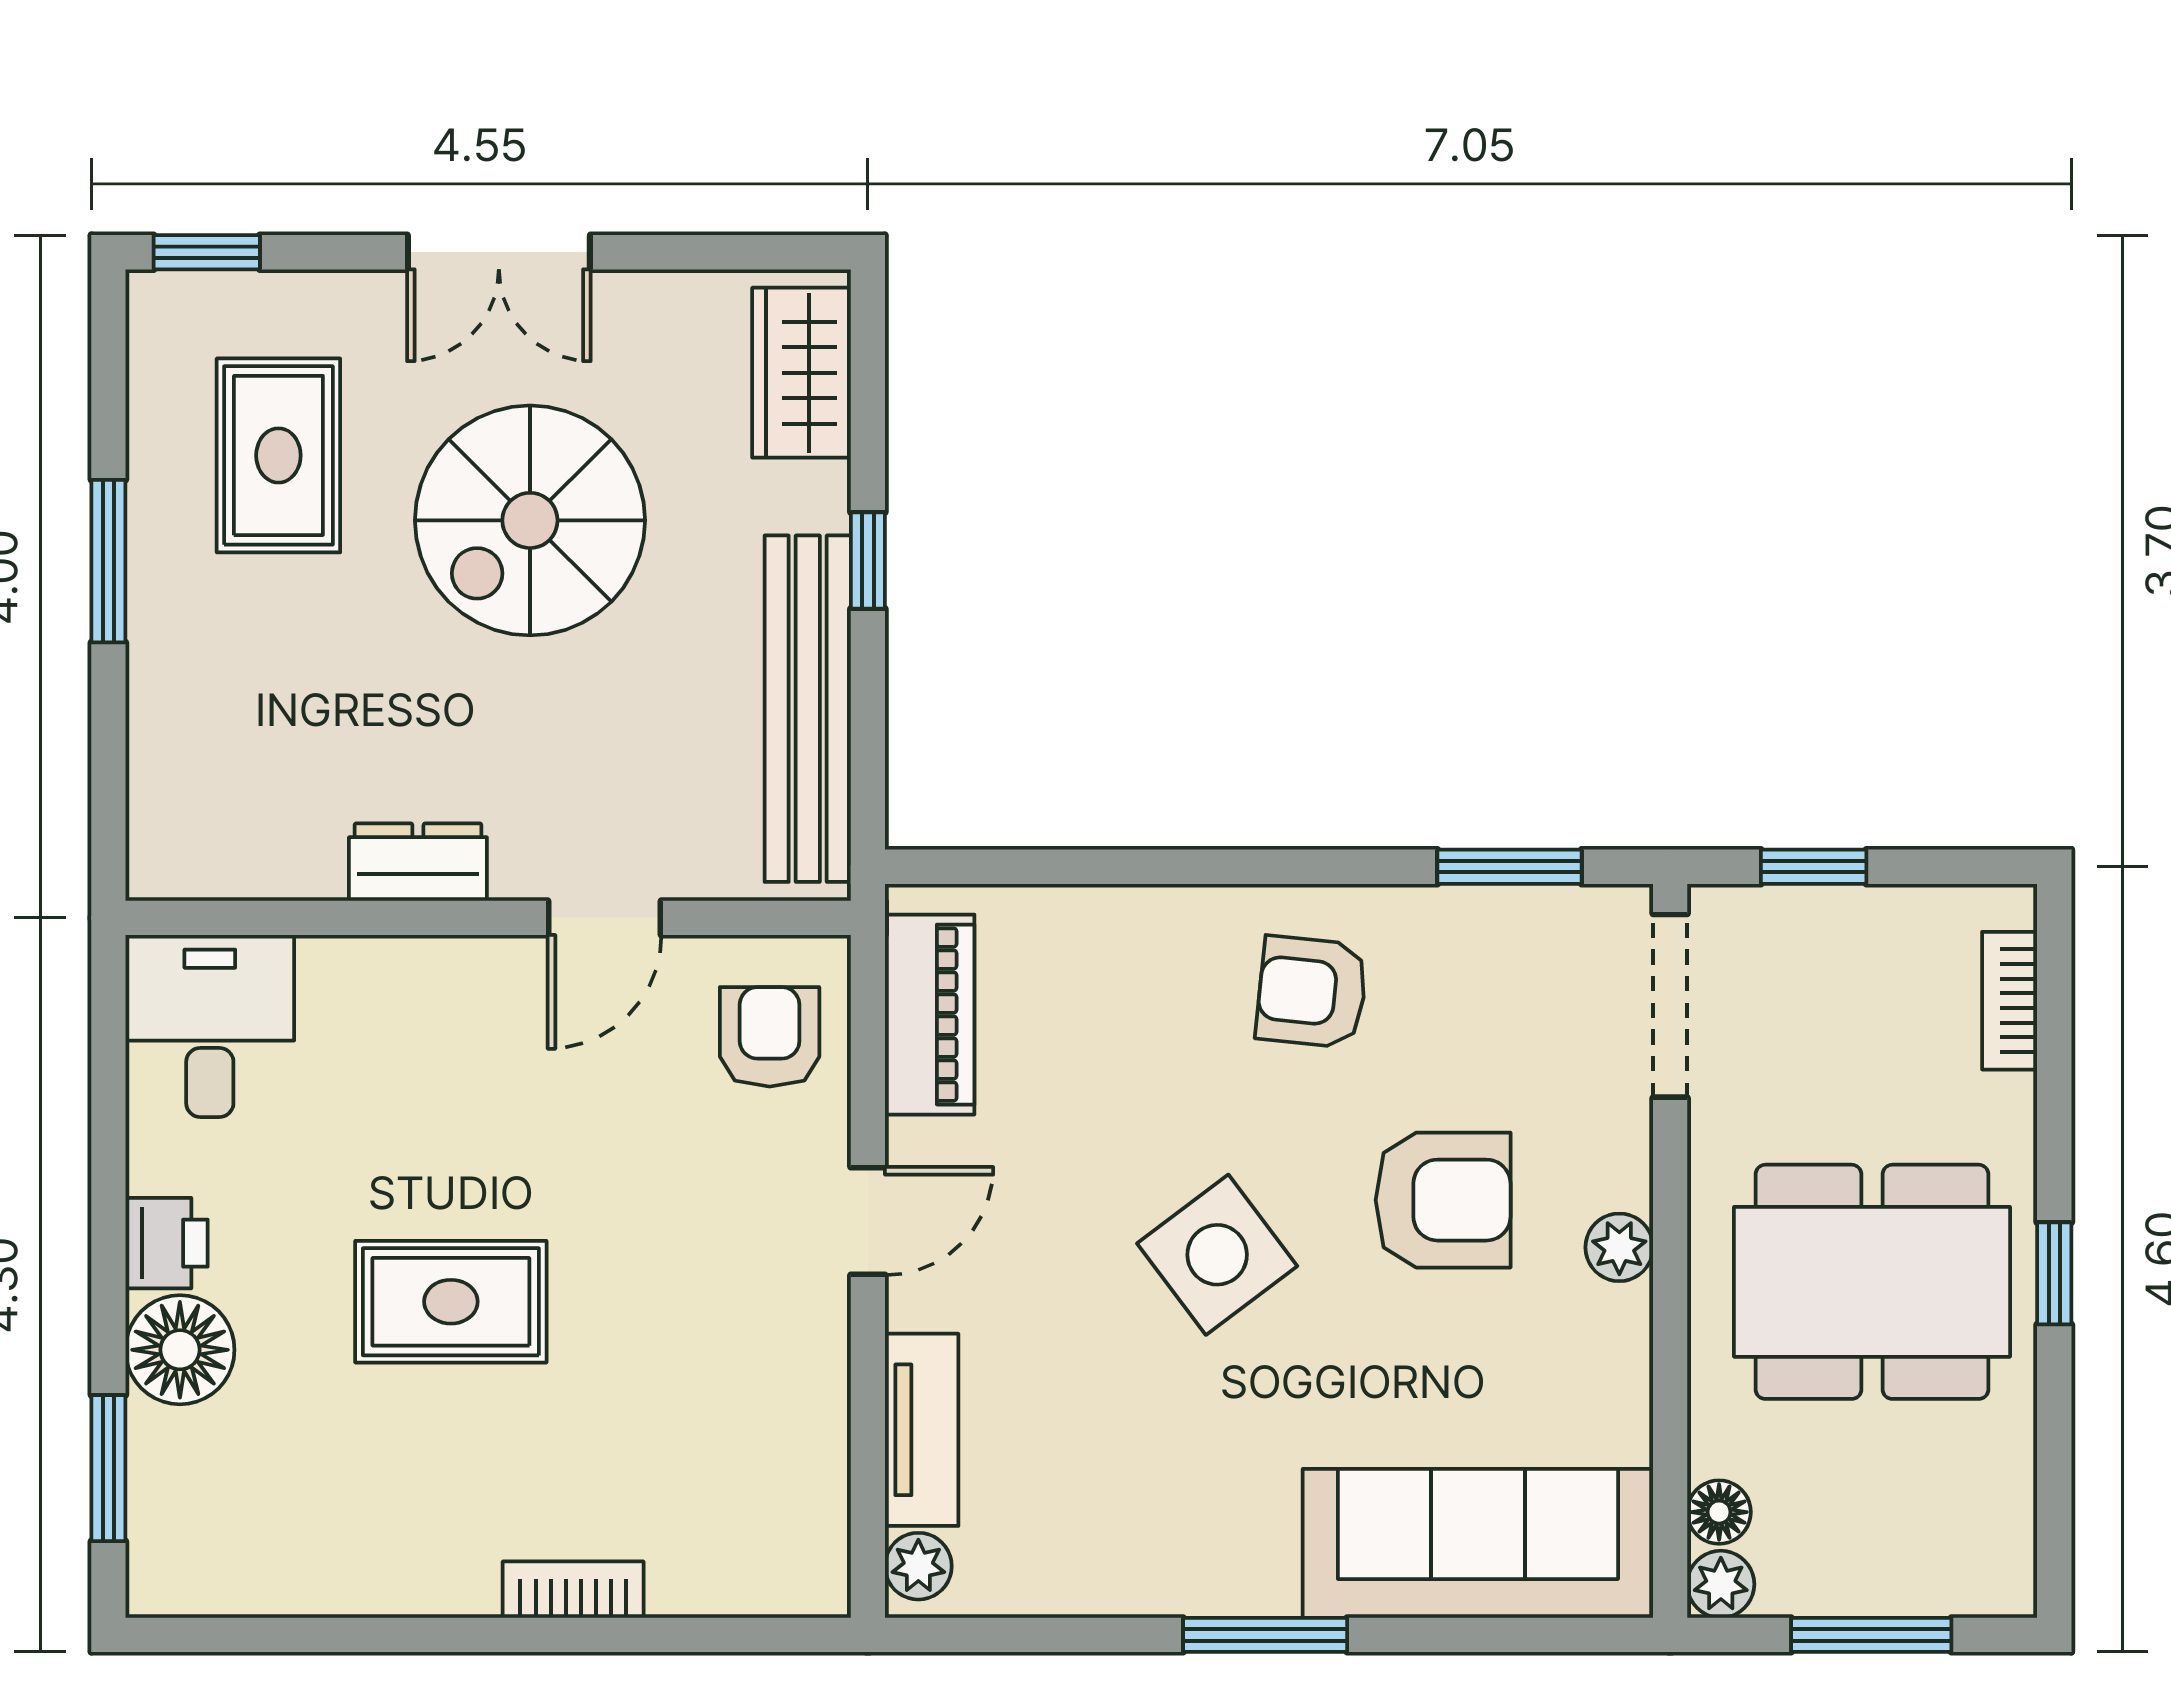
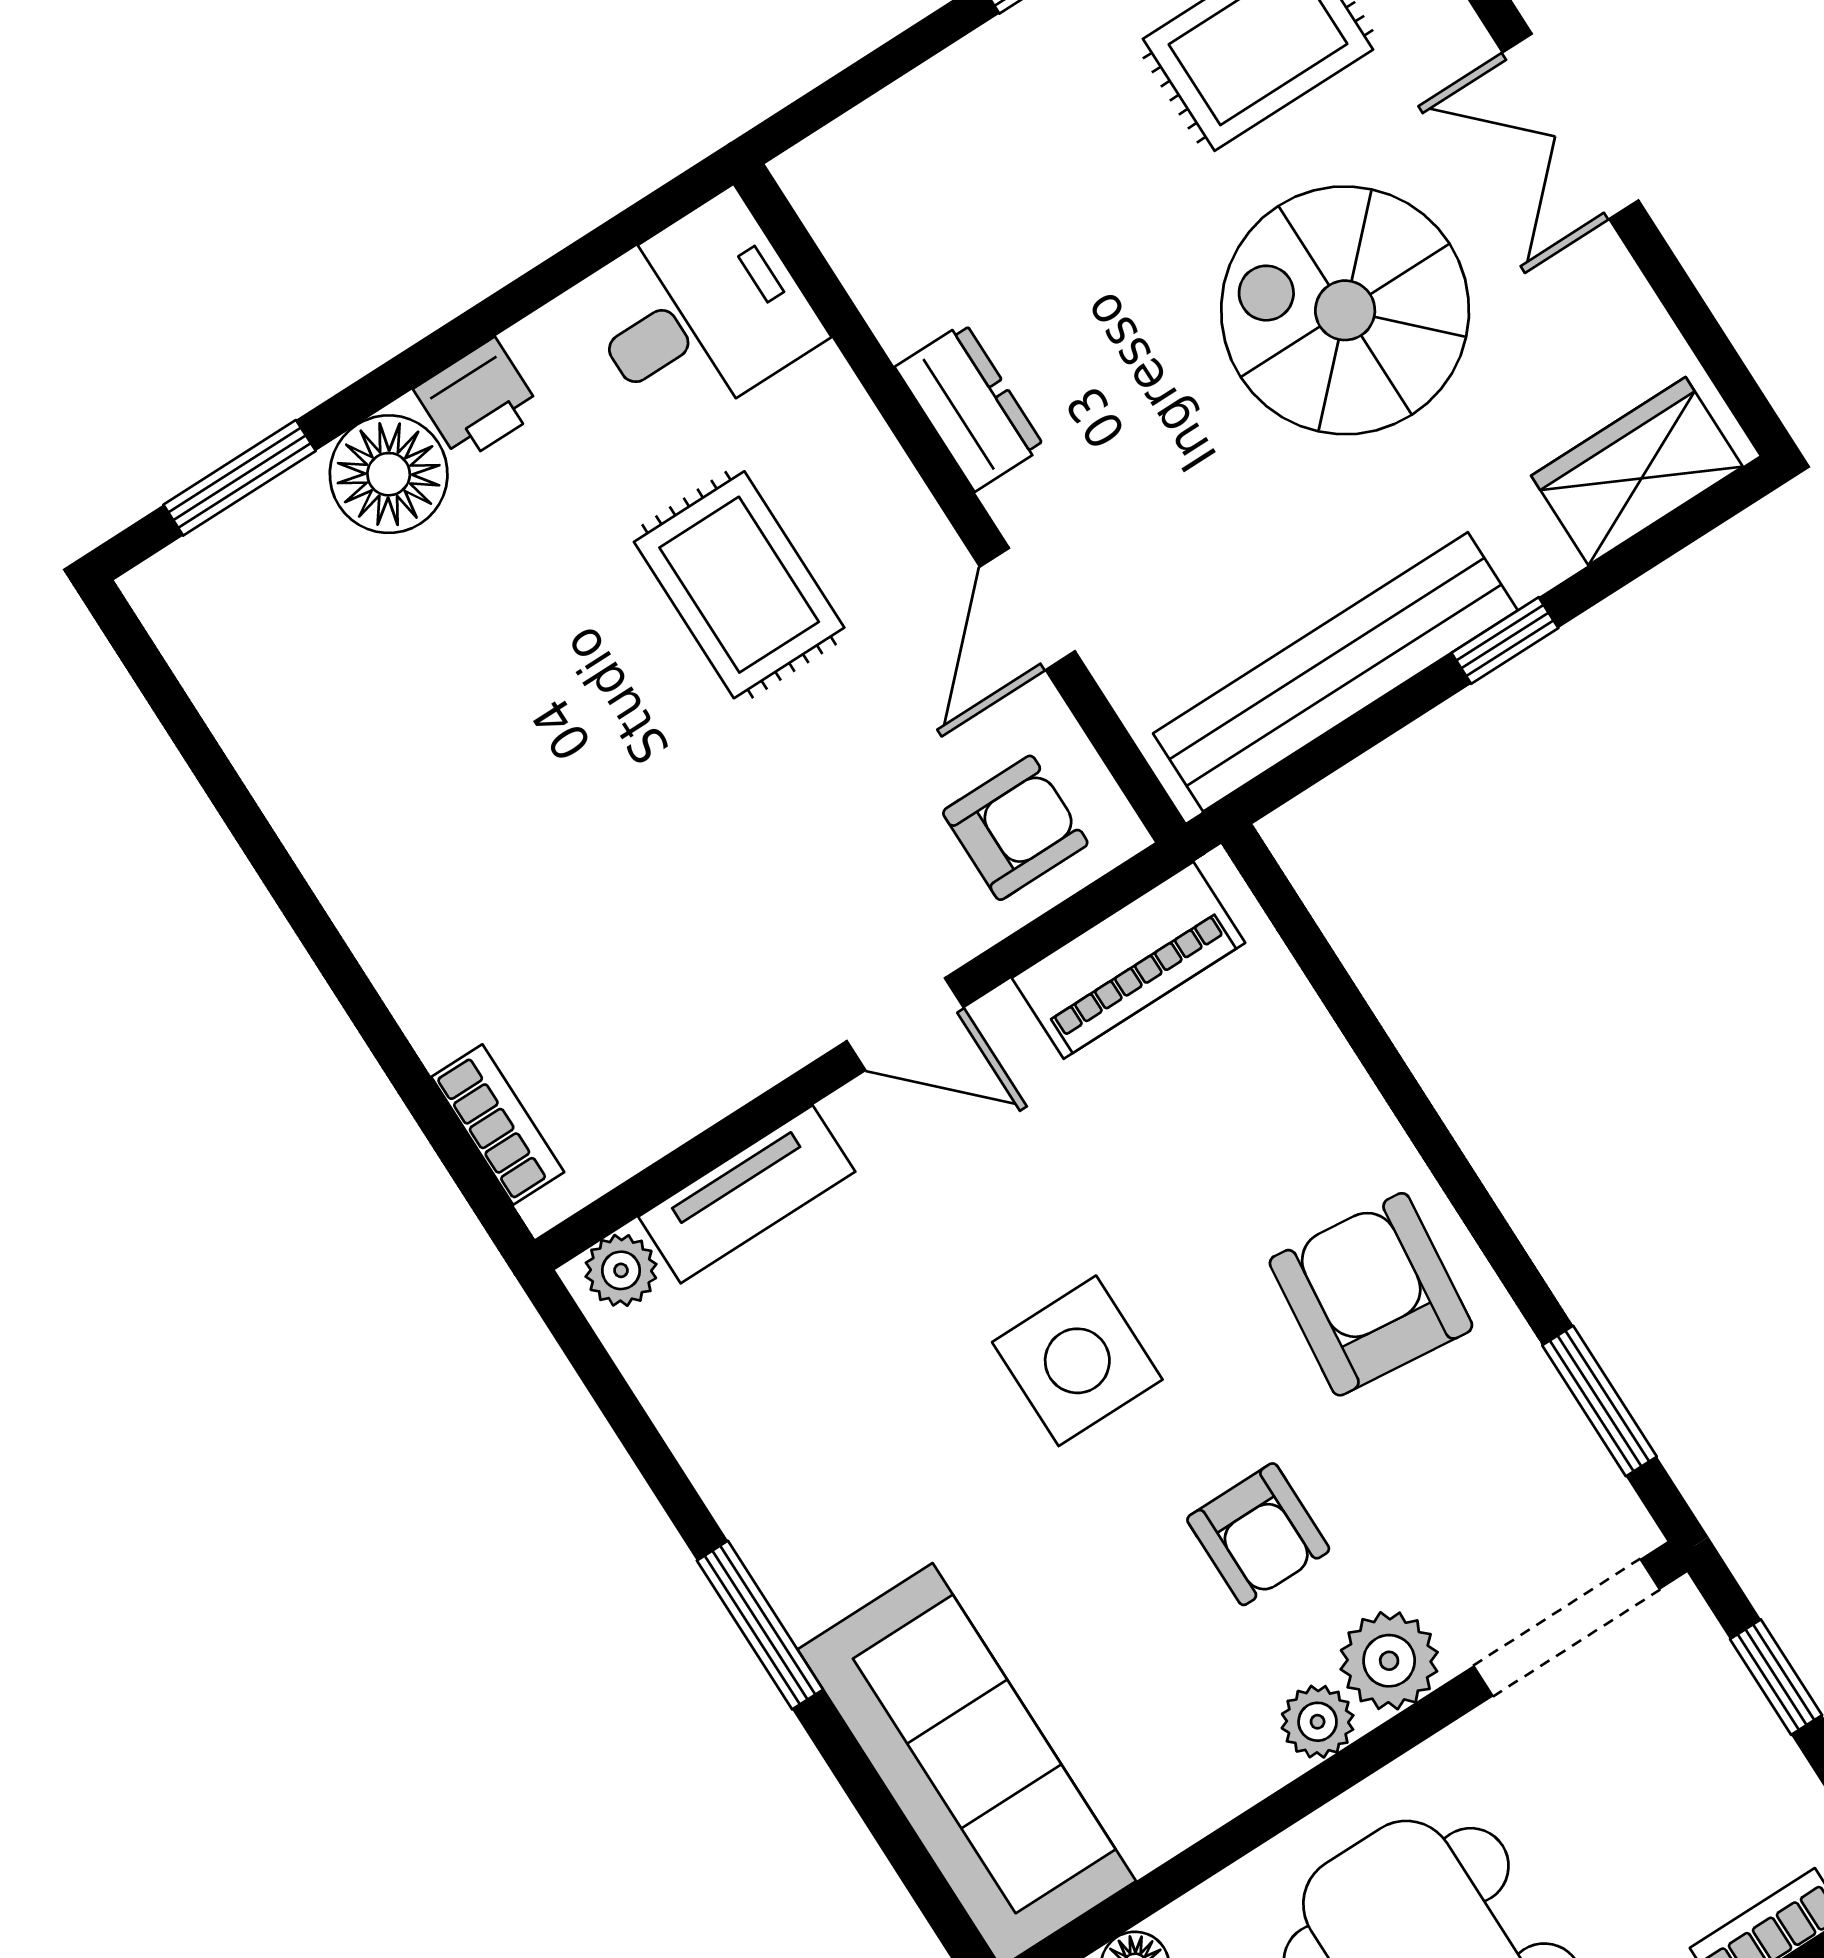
door: (605, 918) -> (1027, 609), hinge flipped
armchair: (1312, 992) -> (1371, 1294), width x1.38, depth x1.38
plant: (1607, 1161) -> (1389, 1661), added
armchair: (1443, 1200) -> (1258, 1534), width x0.72, depth x0.72
side table: (1217, 1255) -> (1077, 1361), turned 37
rug: (451, 1302) -> (739, 585), moved
bookcase: (573, 1590) -> (498, 1125), moved

